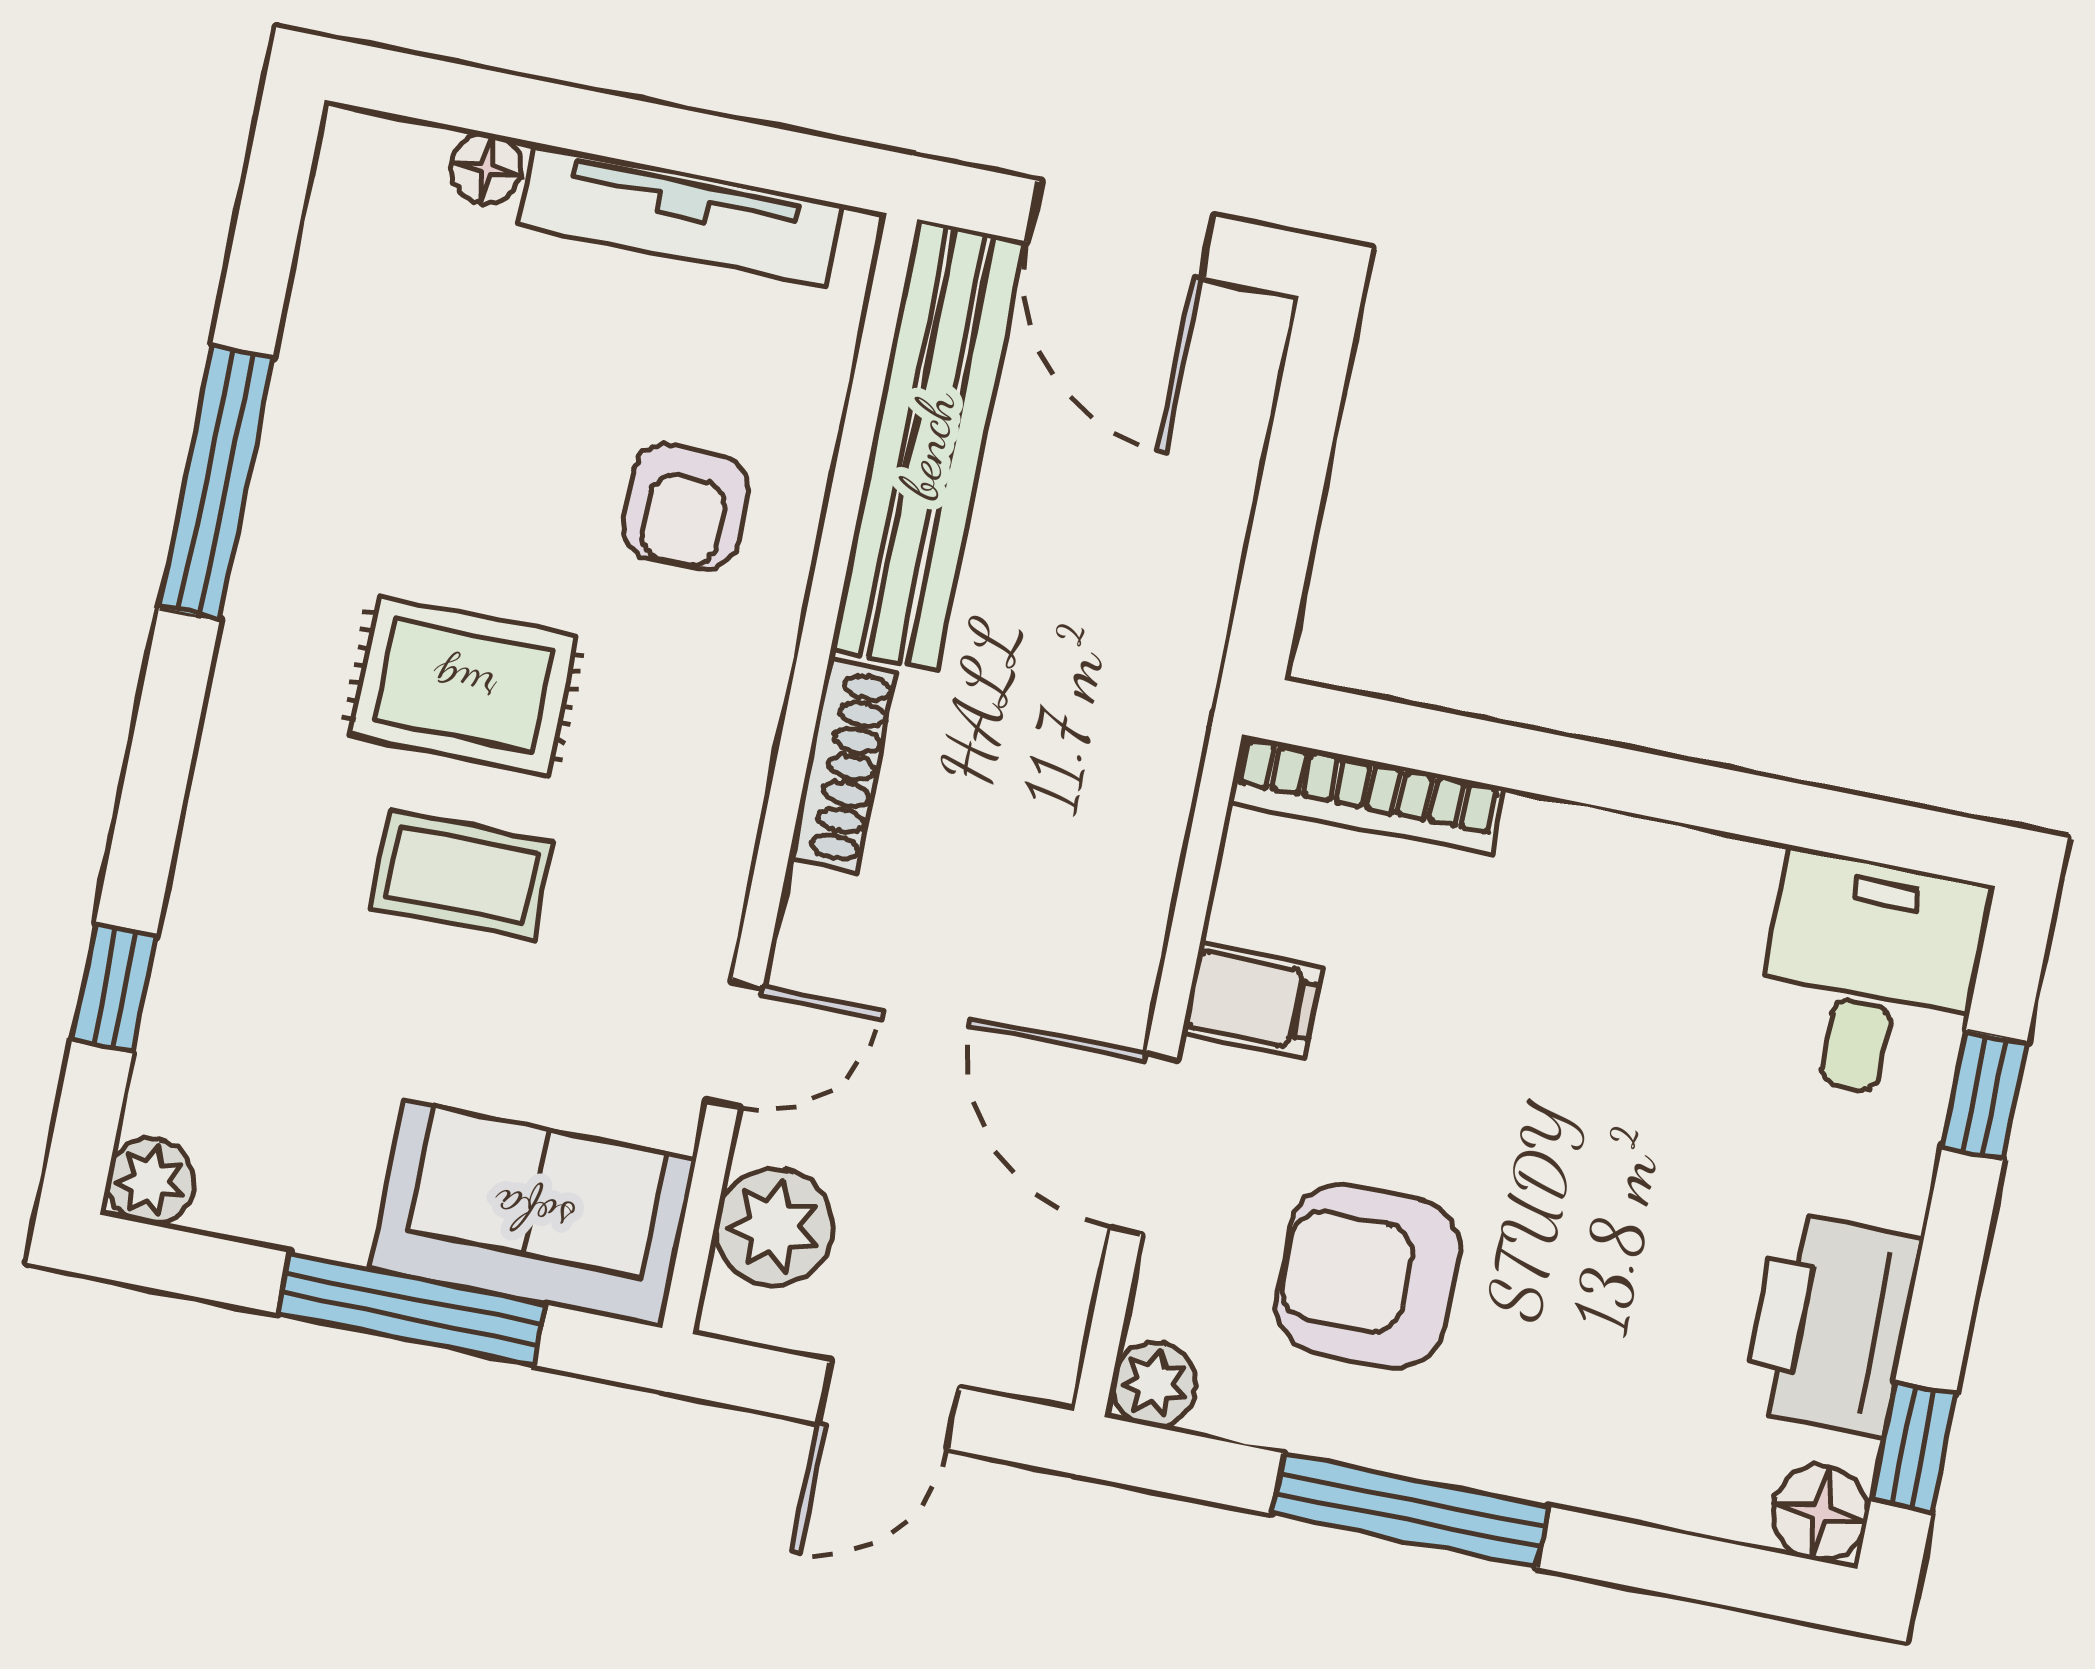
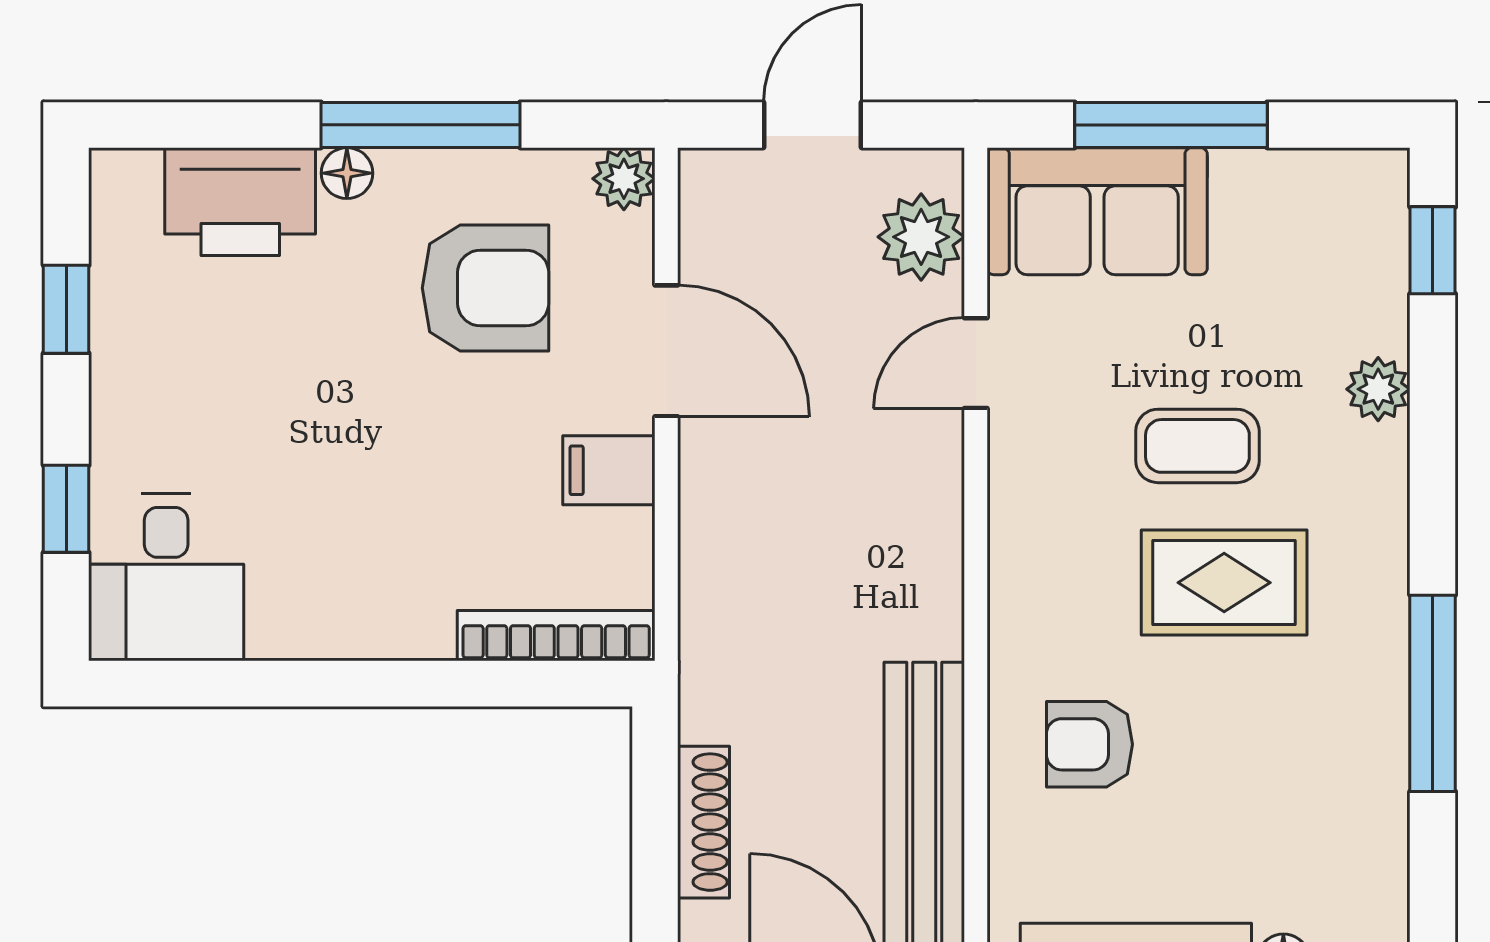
armchair: (686, 507) -> (1089, 744), turned -90
shoe rack: (843, 766) -> (703, 822), moved, turned 180
window: (114, 988) -> (1433, 250), moved
plant: (150, 1181) -> (1378, 389), moved
printer: (1832, 1324) -> (240, 202), moved, turned 90
window: (1914, 1447) -> (66, 309), moved
floor lamp: (1820, 1513) -> (347, 173), moved, width x0.73, depth x0.73

